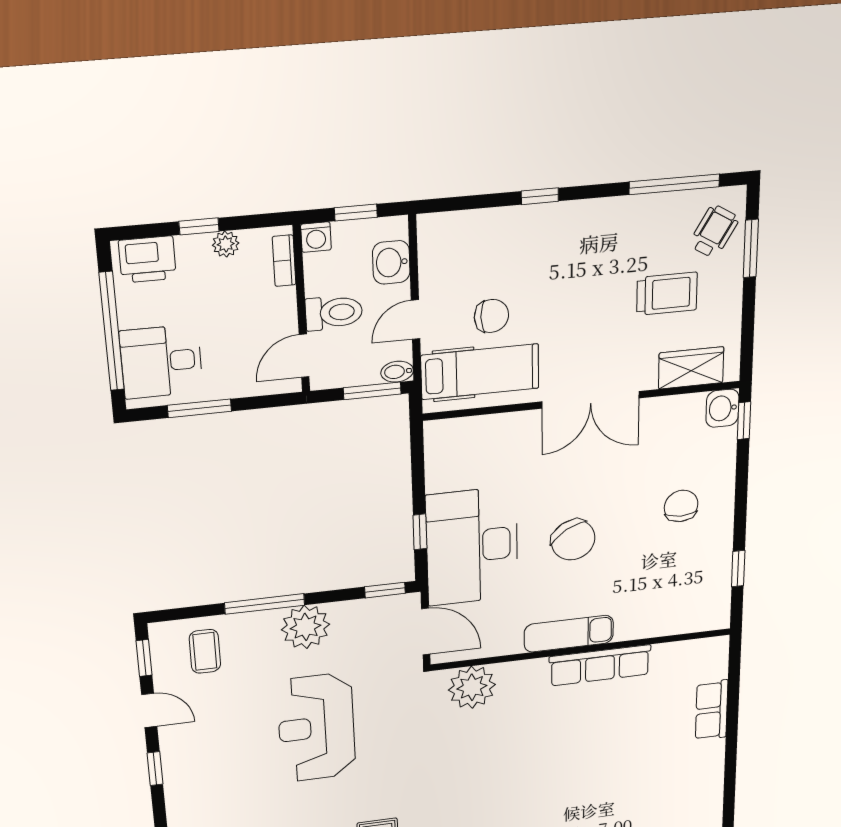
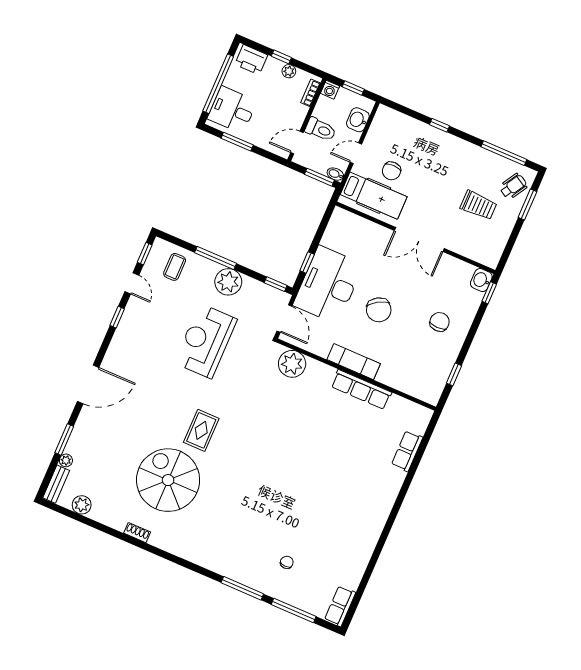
chair: (491, 316) -> (391, 171), turned 90
wardrobe: (691, 368) -> (475, 250), removed

